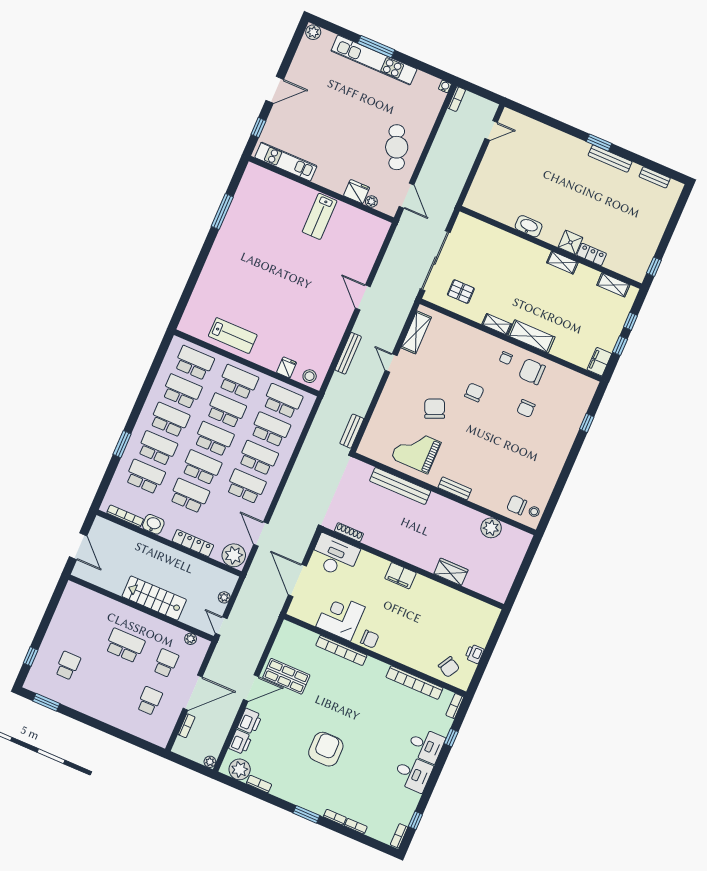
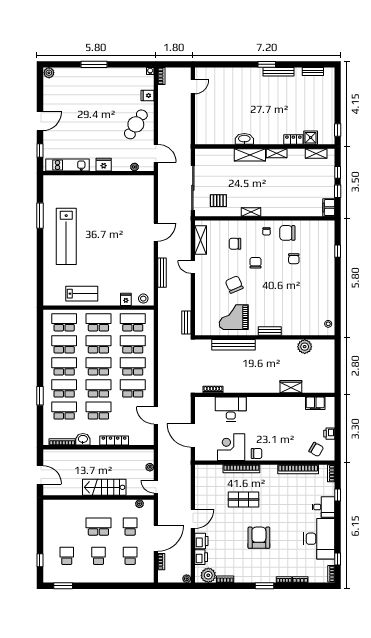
kitchen unit: (374, 60) -> (96, 74), removed
fridge: (428, 116) -> (147, 95), added
cafe table: (397, 147) -> (136, 124), turned 55
fridge: (357, 192) -> (104, 165), moved
lab bench: (320, 216) -> (66, 236), moved, width x1.86, depth x1.39
shower: (570, 242) -> (311, 138), moved
door: (363, 297) -> (156, 232), swing flipped
shelving: (531, 336) -> (250, 155), moved
chair: (517, 505) -> (235, 244), moved
plant: (234, 555) -> (144, 437), removed
desk: (335, 556) -> (231, 409), moved
filing cabinet: (400, 576) -> (315, 403), moved
shop shelf: (286, 676) -> (244, 500), moved
school desk: (109, 683) -> (98, 556), added
desk: (413, 774) -> (319, 539), width x1.87, depth x1.30

